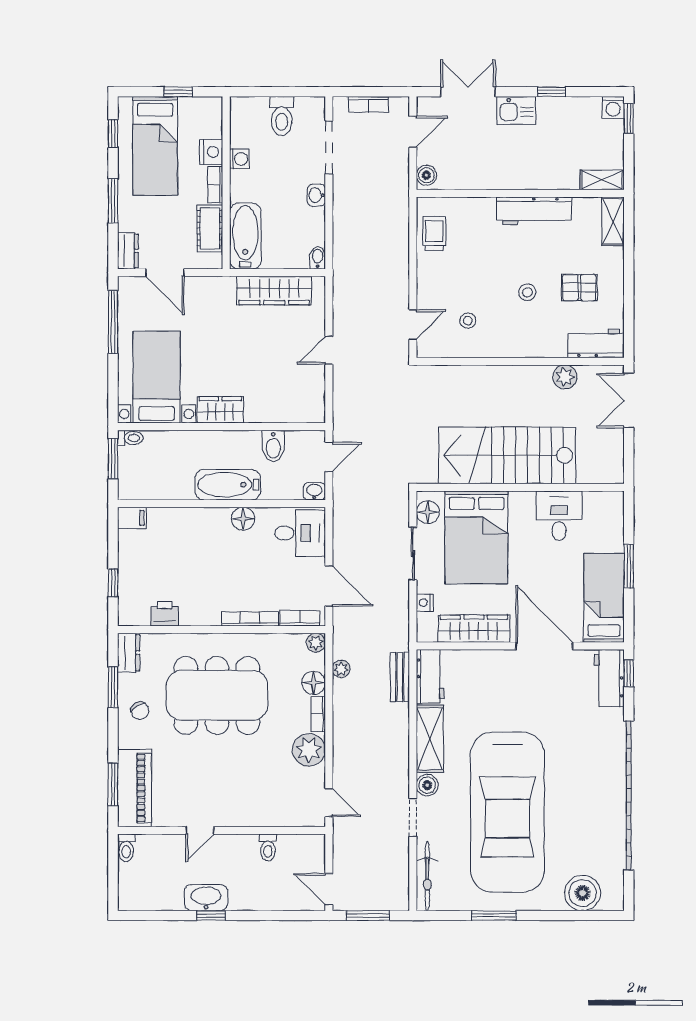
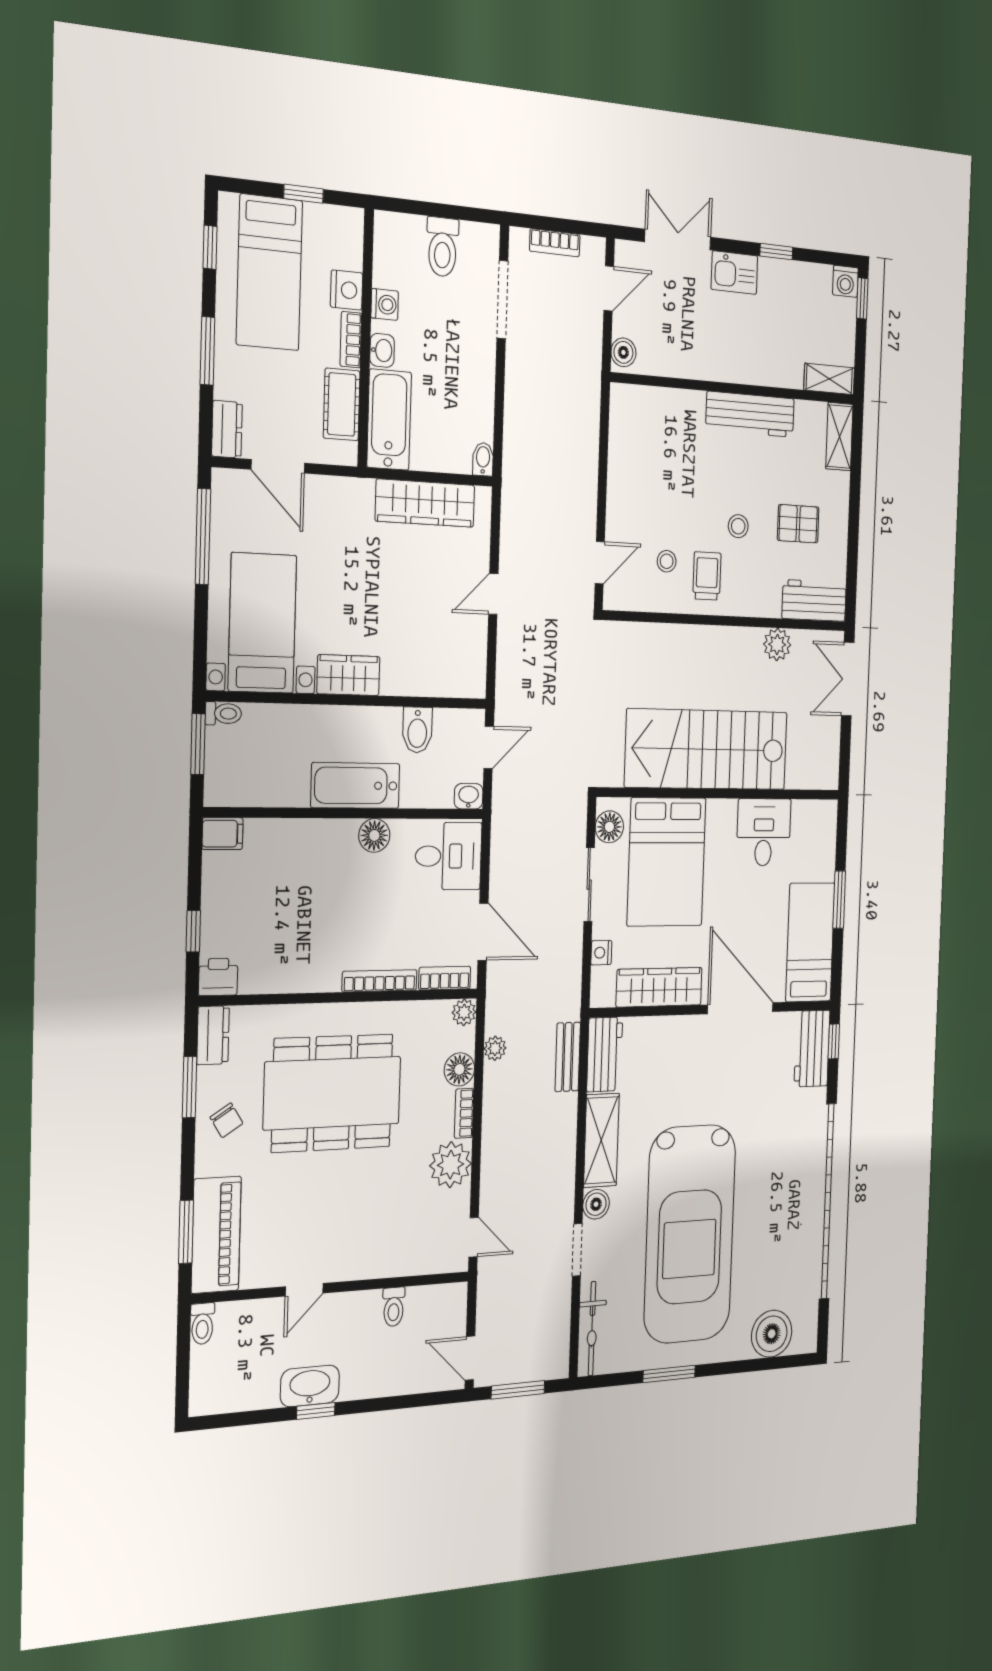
washbasin: (316, 195) -> (382, 350), moved, turned 180
trolley: (434, 233) -> (707, 576), moved
printer: (165, 614) -> (218, 977), moved

